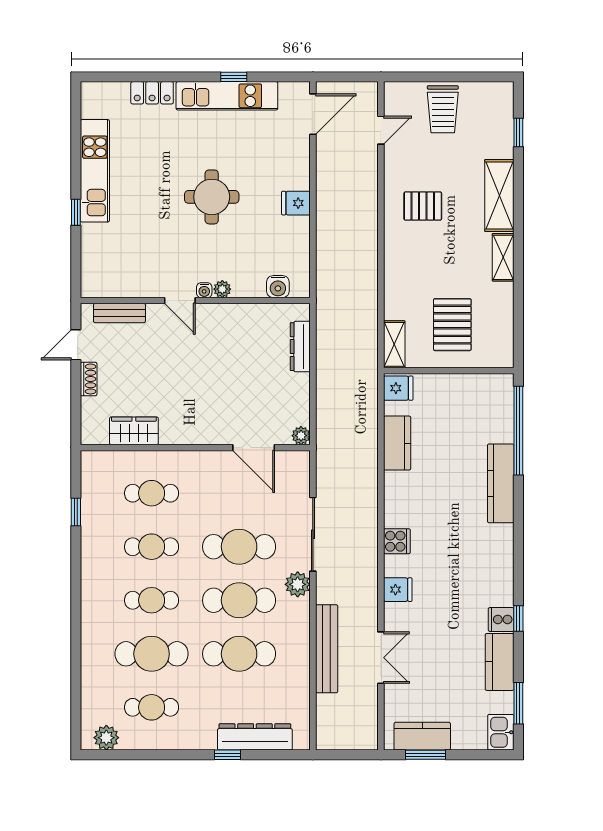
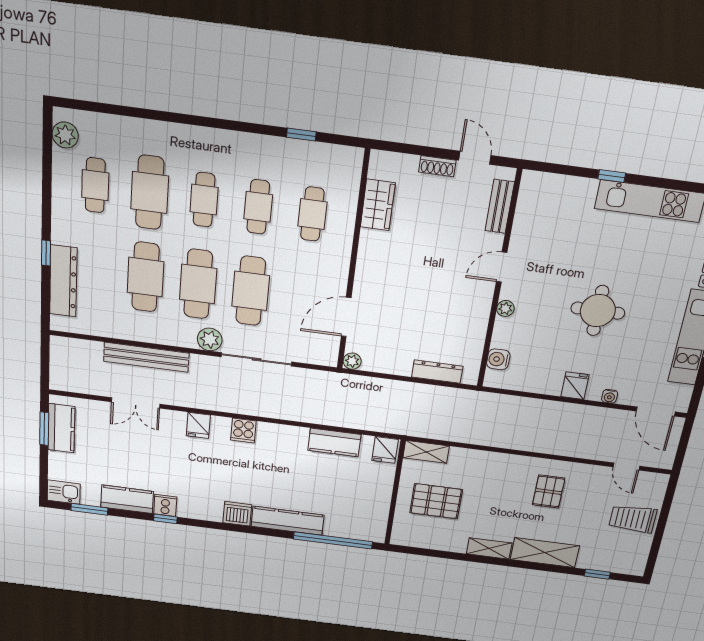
water cooler: (204, 290) -> (610, 396), moved, turned -90
dishwasher: (500, 539) -> (237, 514), added

